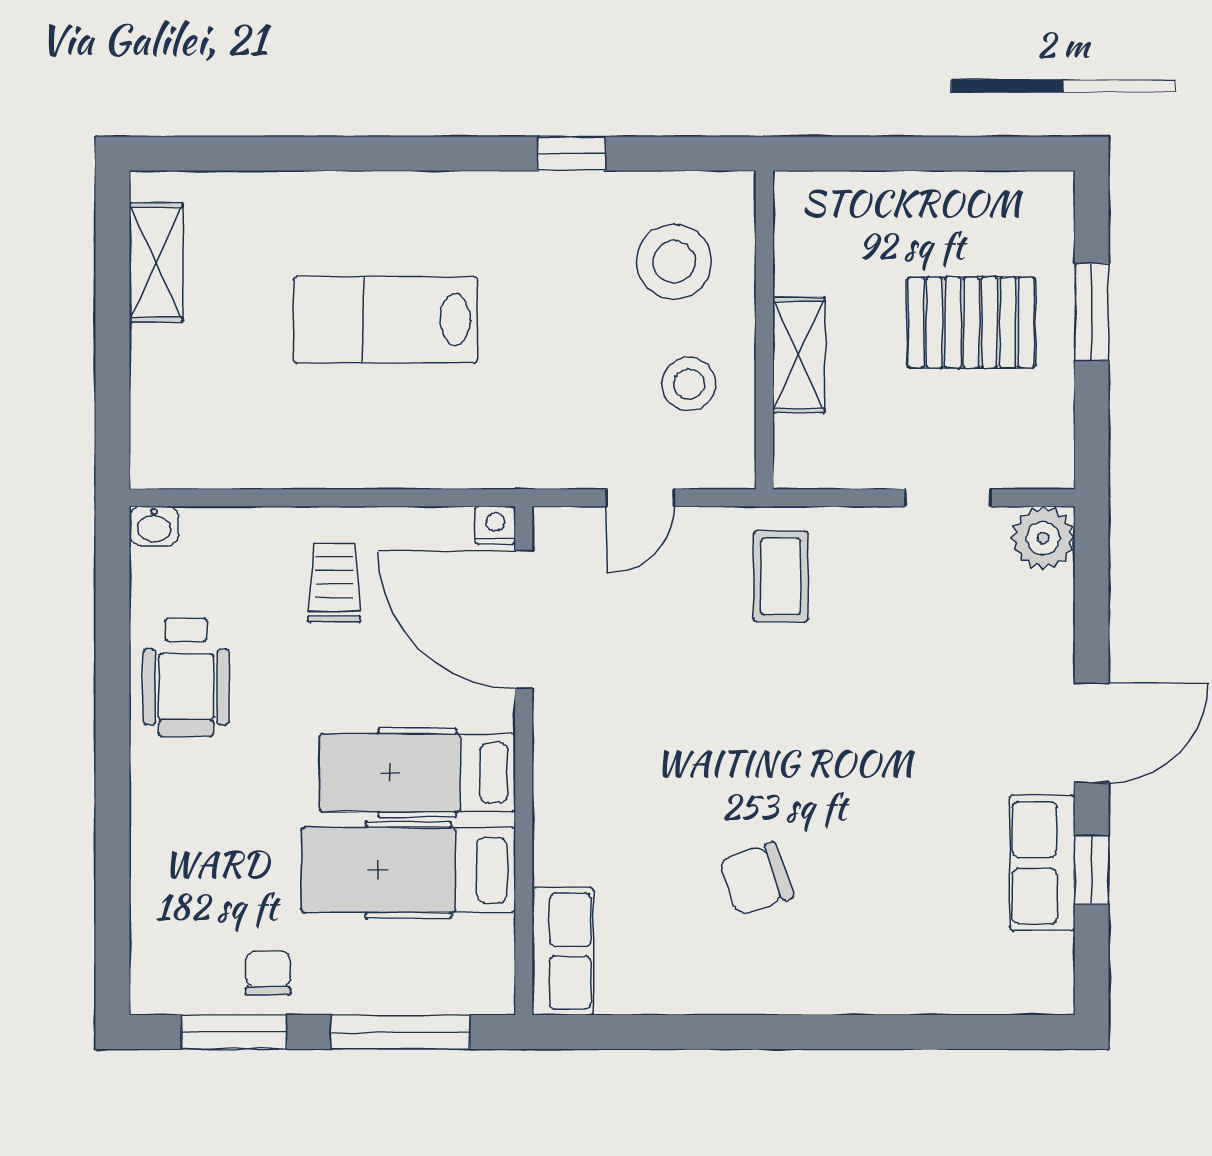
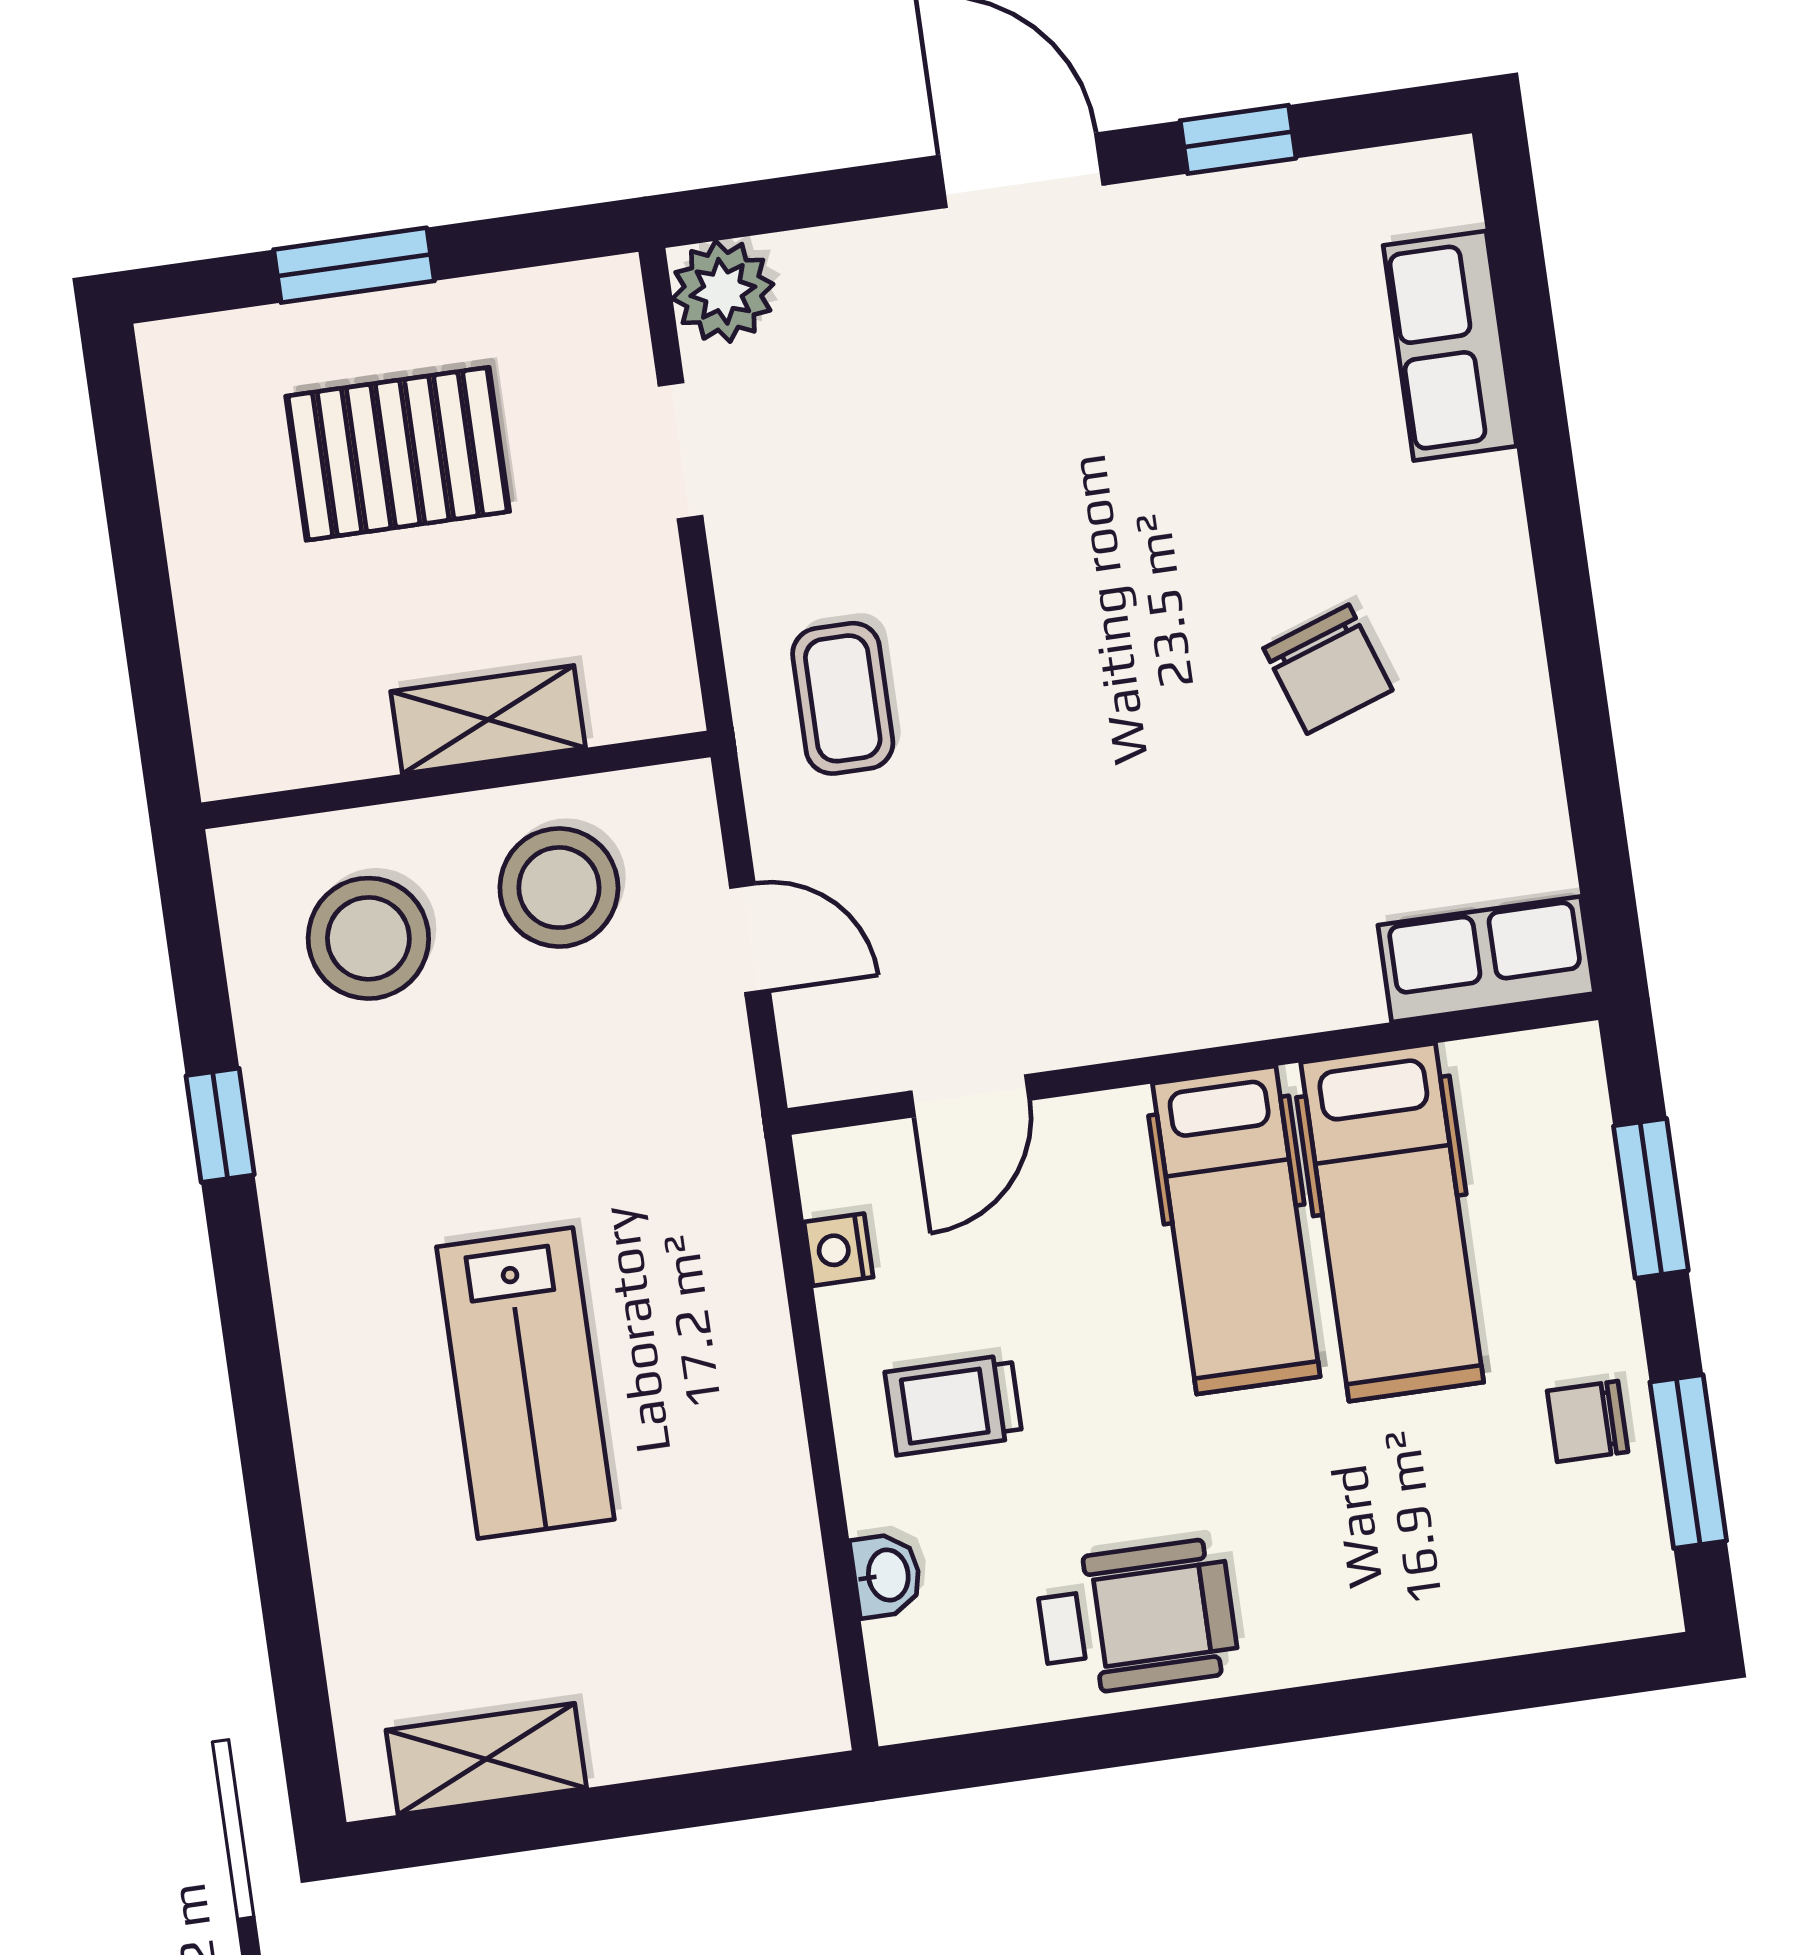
pallet: (971, 322) -> (398, 454), turned 90
stool: (689, 384) -> (559, 888), width x1.38, depth x1.38
nightstand: (495, 525) -> (839, 1250), moved
washbasin: (154, 526) -> (886, 1575), moved
coffee table: (781, 576) -> (843, 698), turned 90
door: (524, 620) -> (970, 1096), width x0.53
row of seats: (1042, 863) -> (1450, 346), moved, turned 90
window: (400, 1032) -> (1651, 1198), width x0.69

